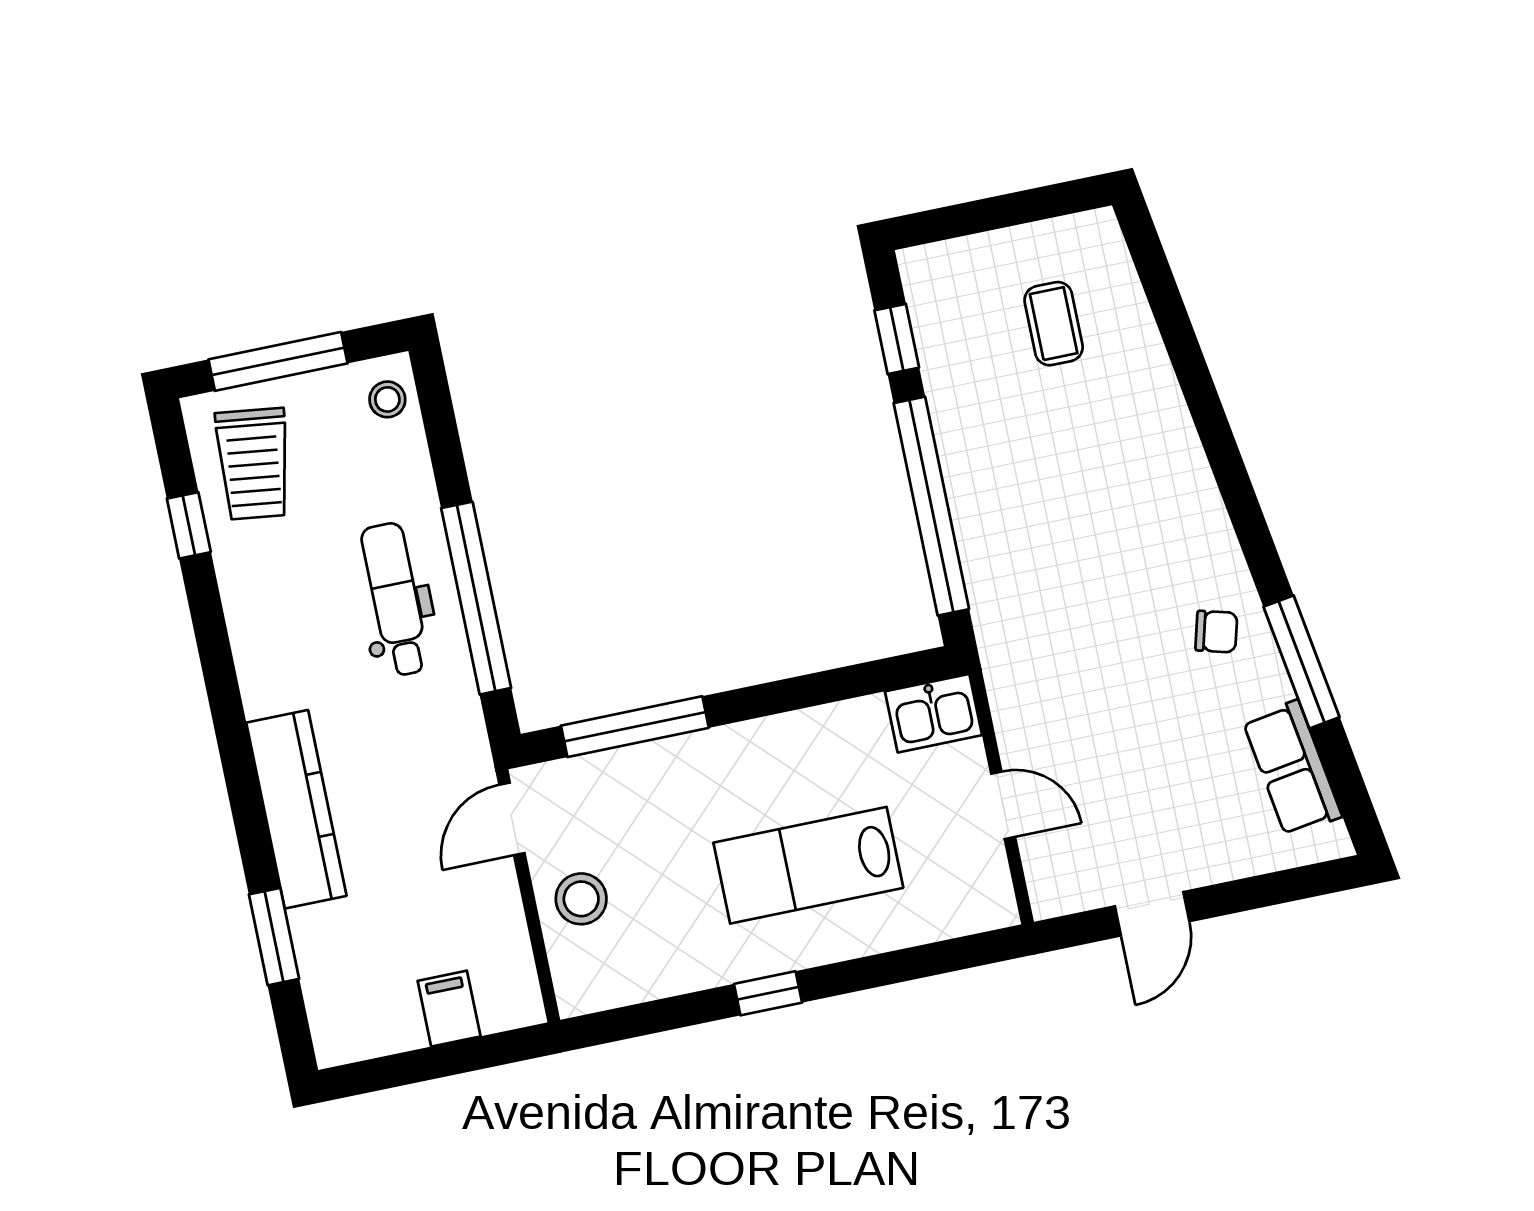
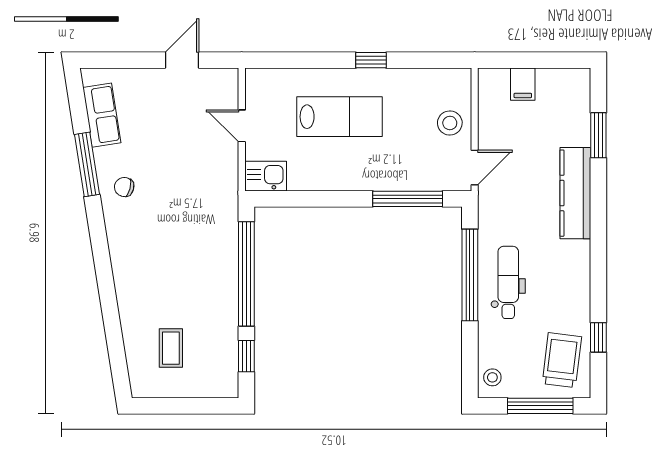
dental chair: (395, 599) -> (508, 282), turned 180

